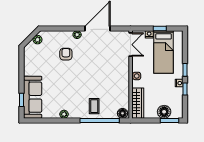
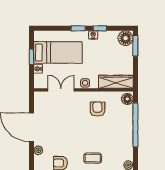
double door: (131, 45) -> (61, 90), moved
armchair: (114, 87) -> (97, 109), added
coffee table: (94, 106) -> (93, 158), moved
floor lamp: (164, 112) -> (126, 38), moved

